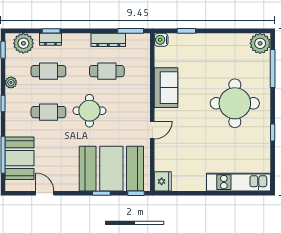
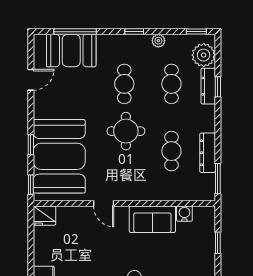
dresser: (50, 39) -> (208, 86), width x1.44
water cooler: (161, 40) -> (184, 214), moved

